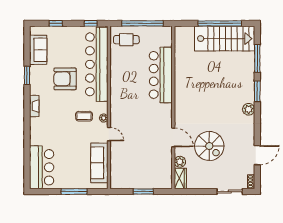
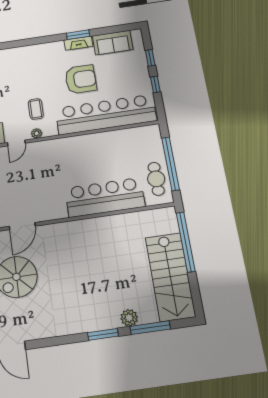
window: (91, 23) -> (155, 84), moved
window: (220, 23) -> (186, 242), moved
cafe table: (126, 40) -> (156, 179), moved
armchair: (65, 79) -> (81, 79), turned 90
fireplace: (34, 106) -> (78, 43), moved
plant: (249, 109) -> (129, 318), moved

